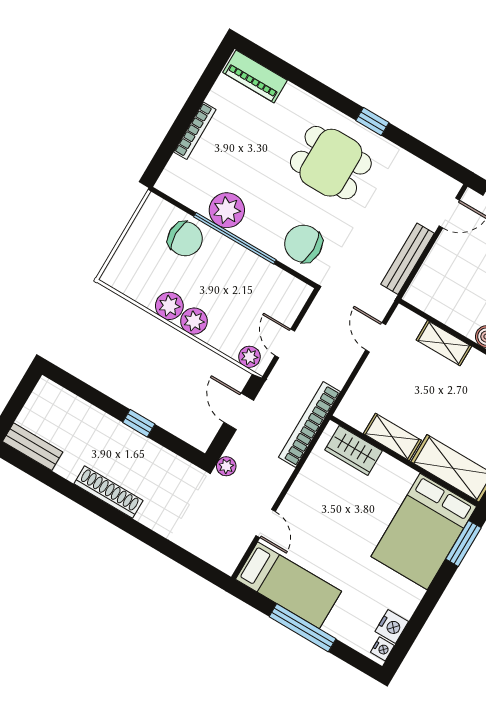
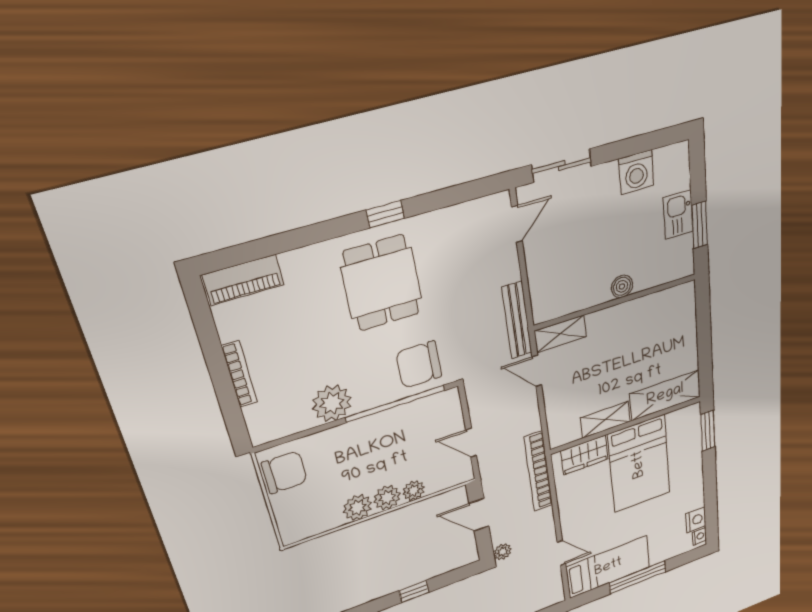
dining table: (331, 163) -> (382, 283), turned 90
window: (235, 238) -> (396, 404), moved
chair: (185, 239) -> (284, 472), moved
bench: (408, 259) -> (517, 320), moved
shelving: (444, 343) -> (560, 334), moved
plant: (250, 357) -> (414, 491), moved
bed: (424, 532) -> (639, 464), moved

